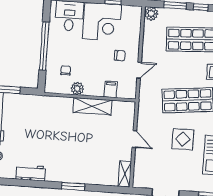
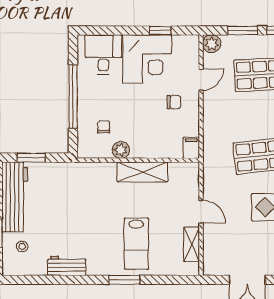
door: (139, 70) -> (201, 79), moved
filing cabinet: (111, 89) -> (191, 148), moved
lab bench: (84, 160) -> (136, 244), added
shelving: (125, 174) -> (192, 244), moved

